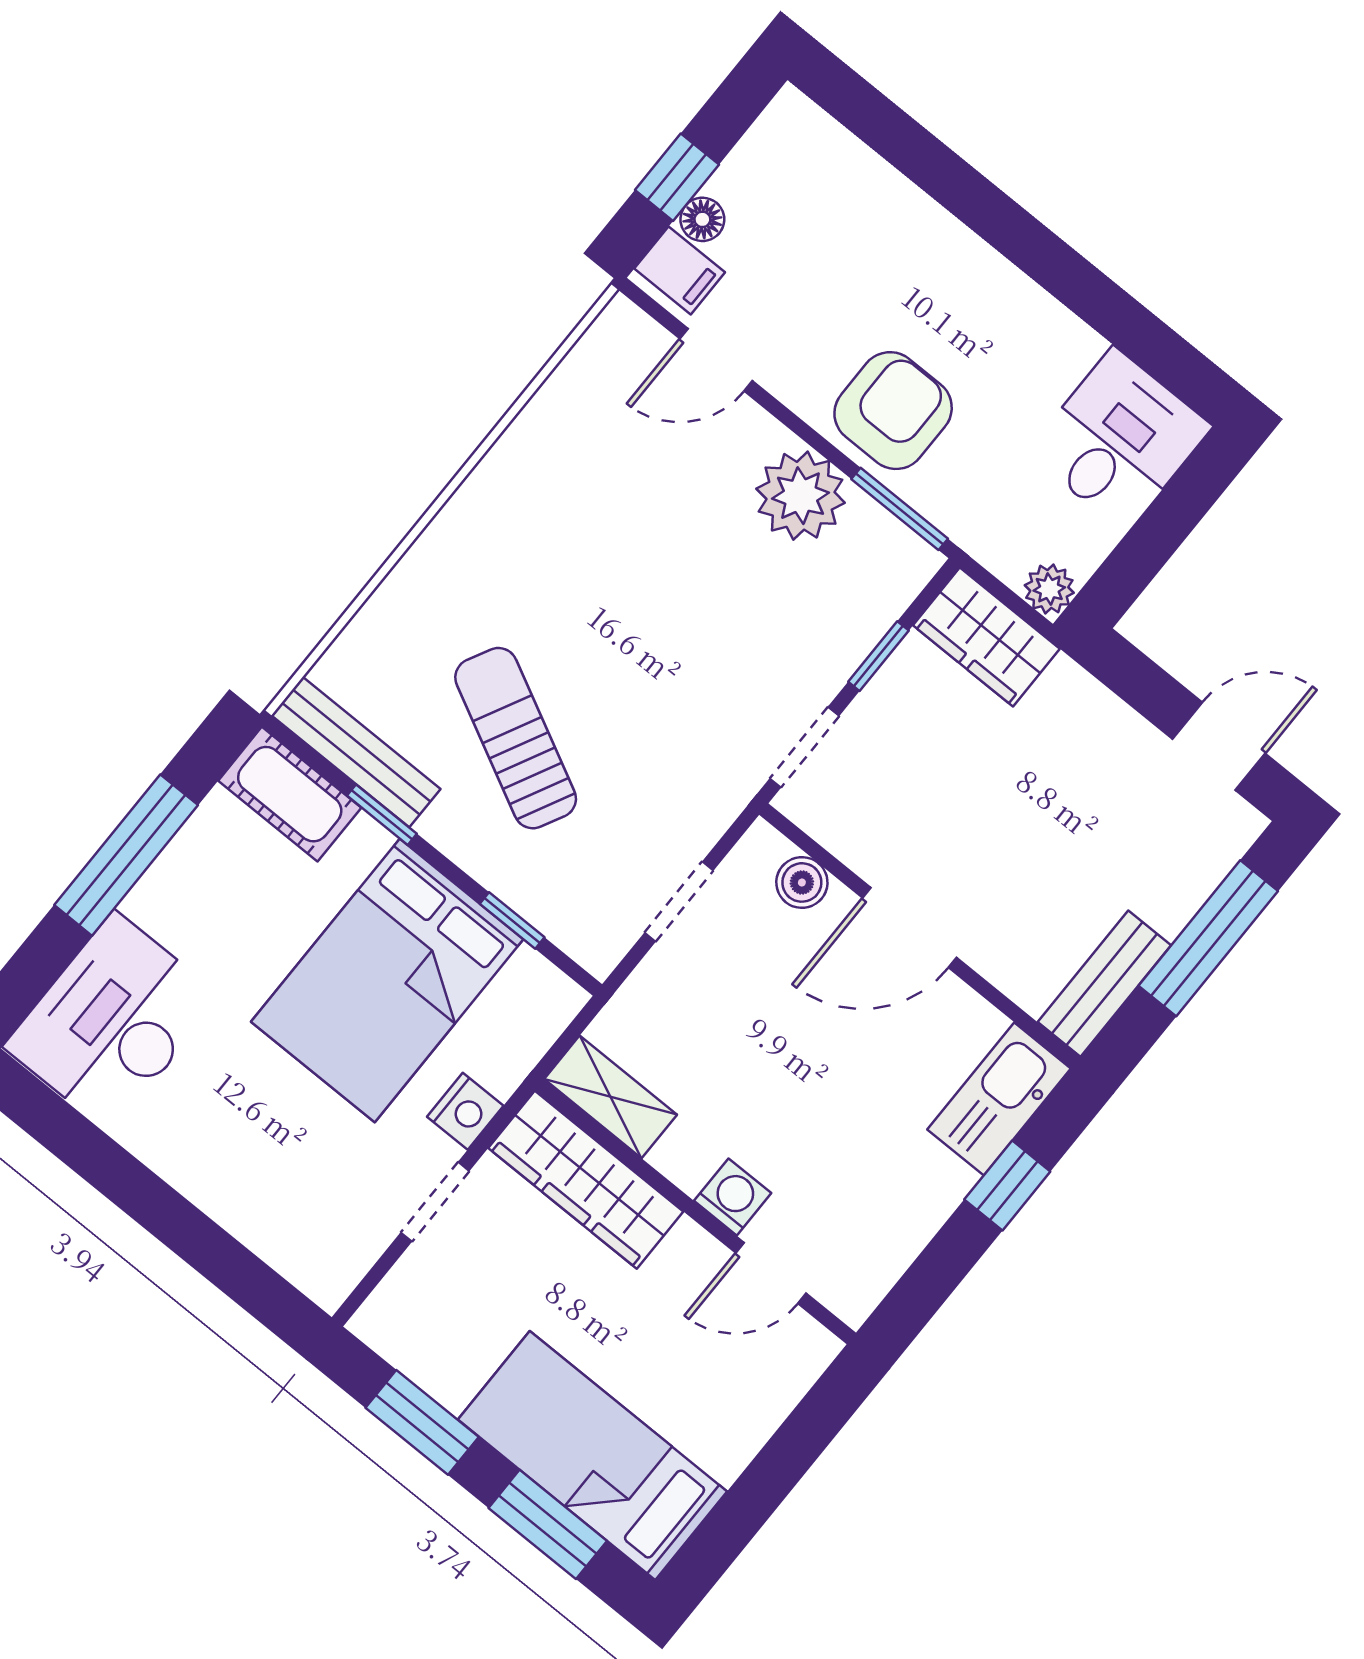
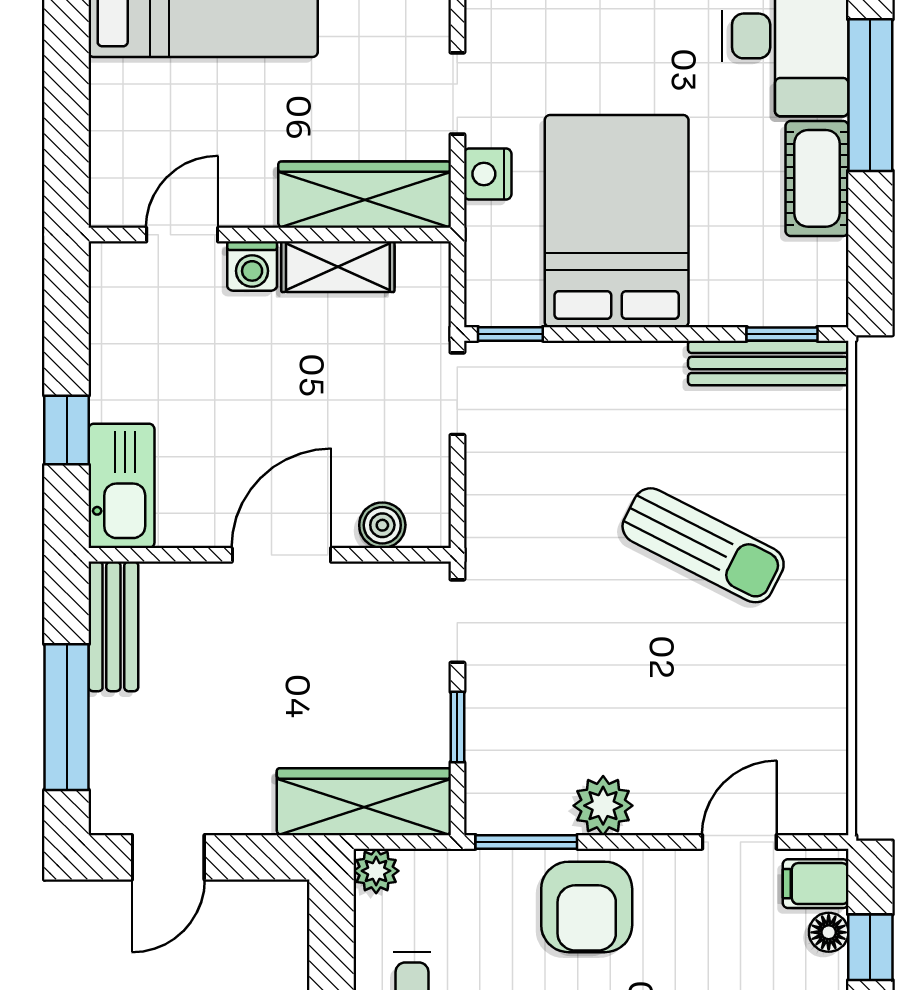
plant: (801, 496) -> (603, 806), width x0.73, depth x0.73
wardrobe: (986, 637) -> (364, 802), width x1.50
sun lounger: (516, 738) -> (703, 545), moved
cot: (290, 794) -> (817, 178), moved, turned 90
window: (382, 815) -> (782, 334), moved
window: (126, 855) -> (870, 95), moved
doorway: (679, 902) -> (457, 394), moved
window: (512, 921) -> (510, 334), moved
shelving: (611, 1097) -> (338, 267), moved

